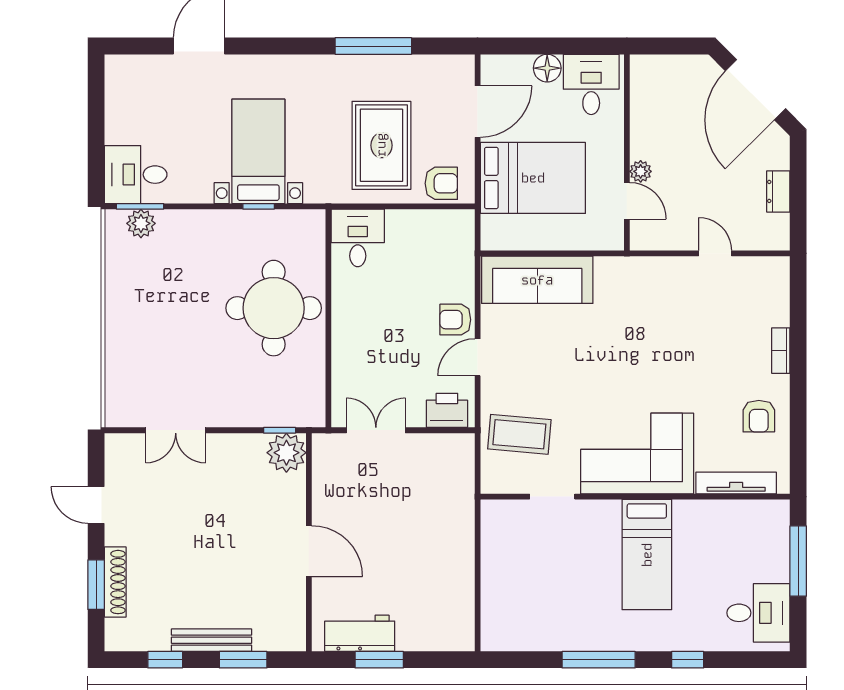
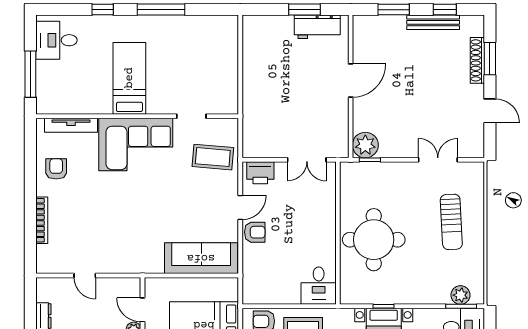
sun lounger: (155, 335) -> (451, 222), added
bookcase: (781, 351) -> (42, 220), width x1.56
door: (309, 551) -> (351, 81), swing flipped
bench: (211, 640) -> (433, 22), moved

